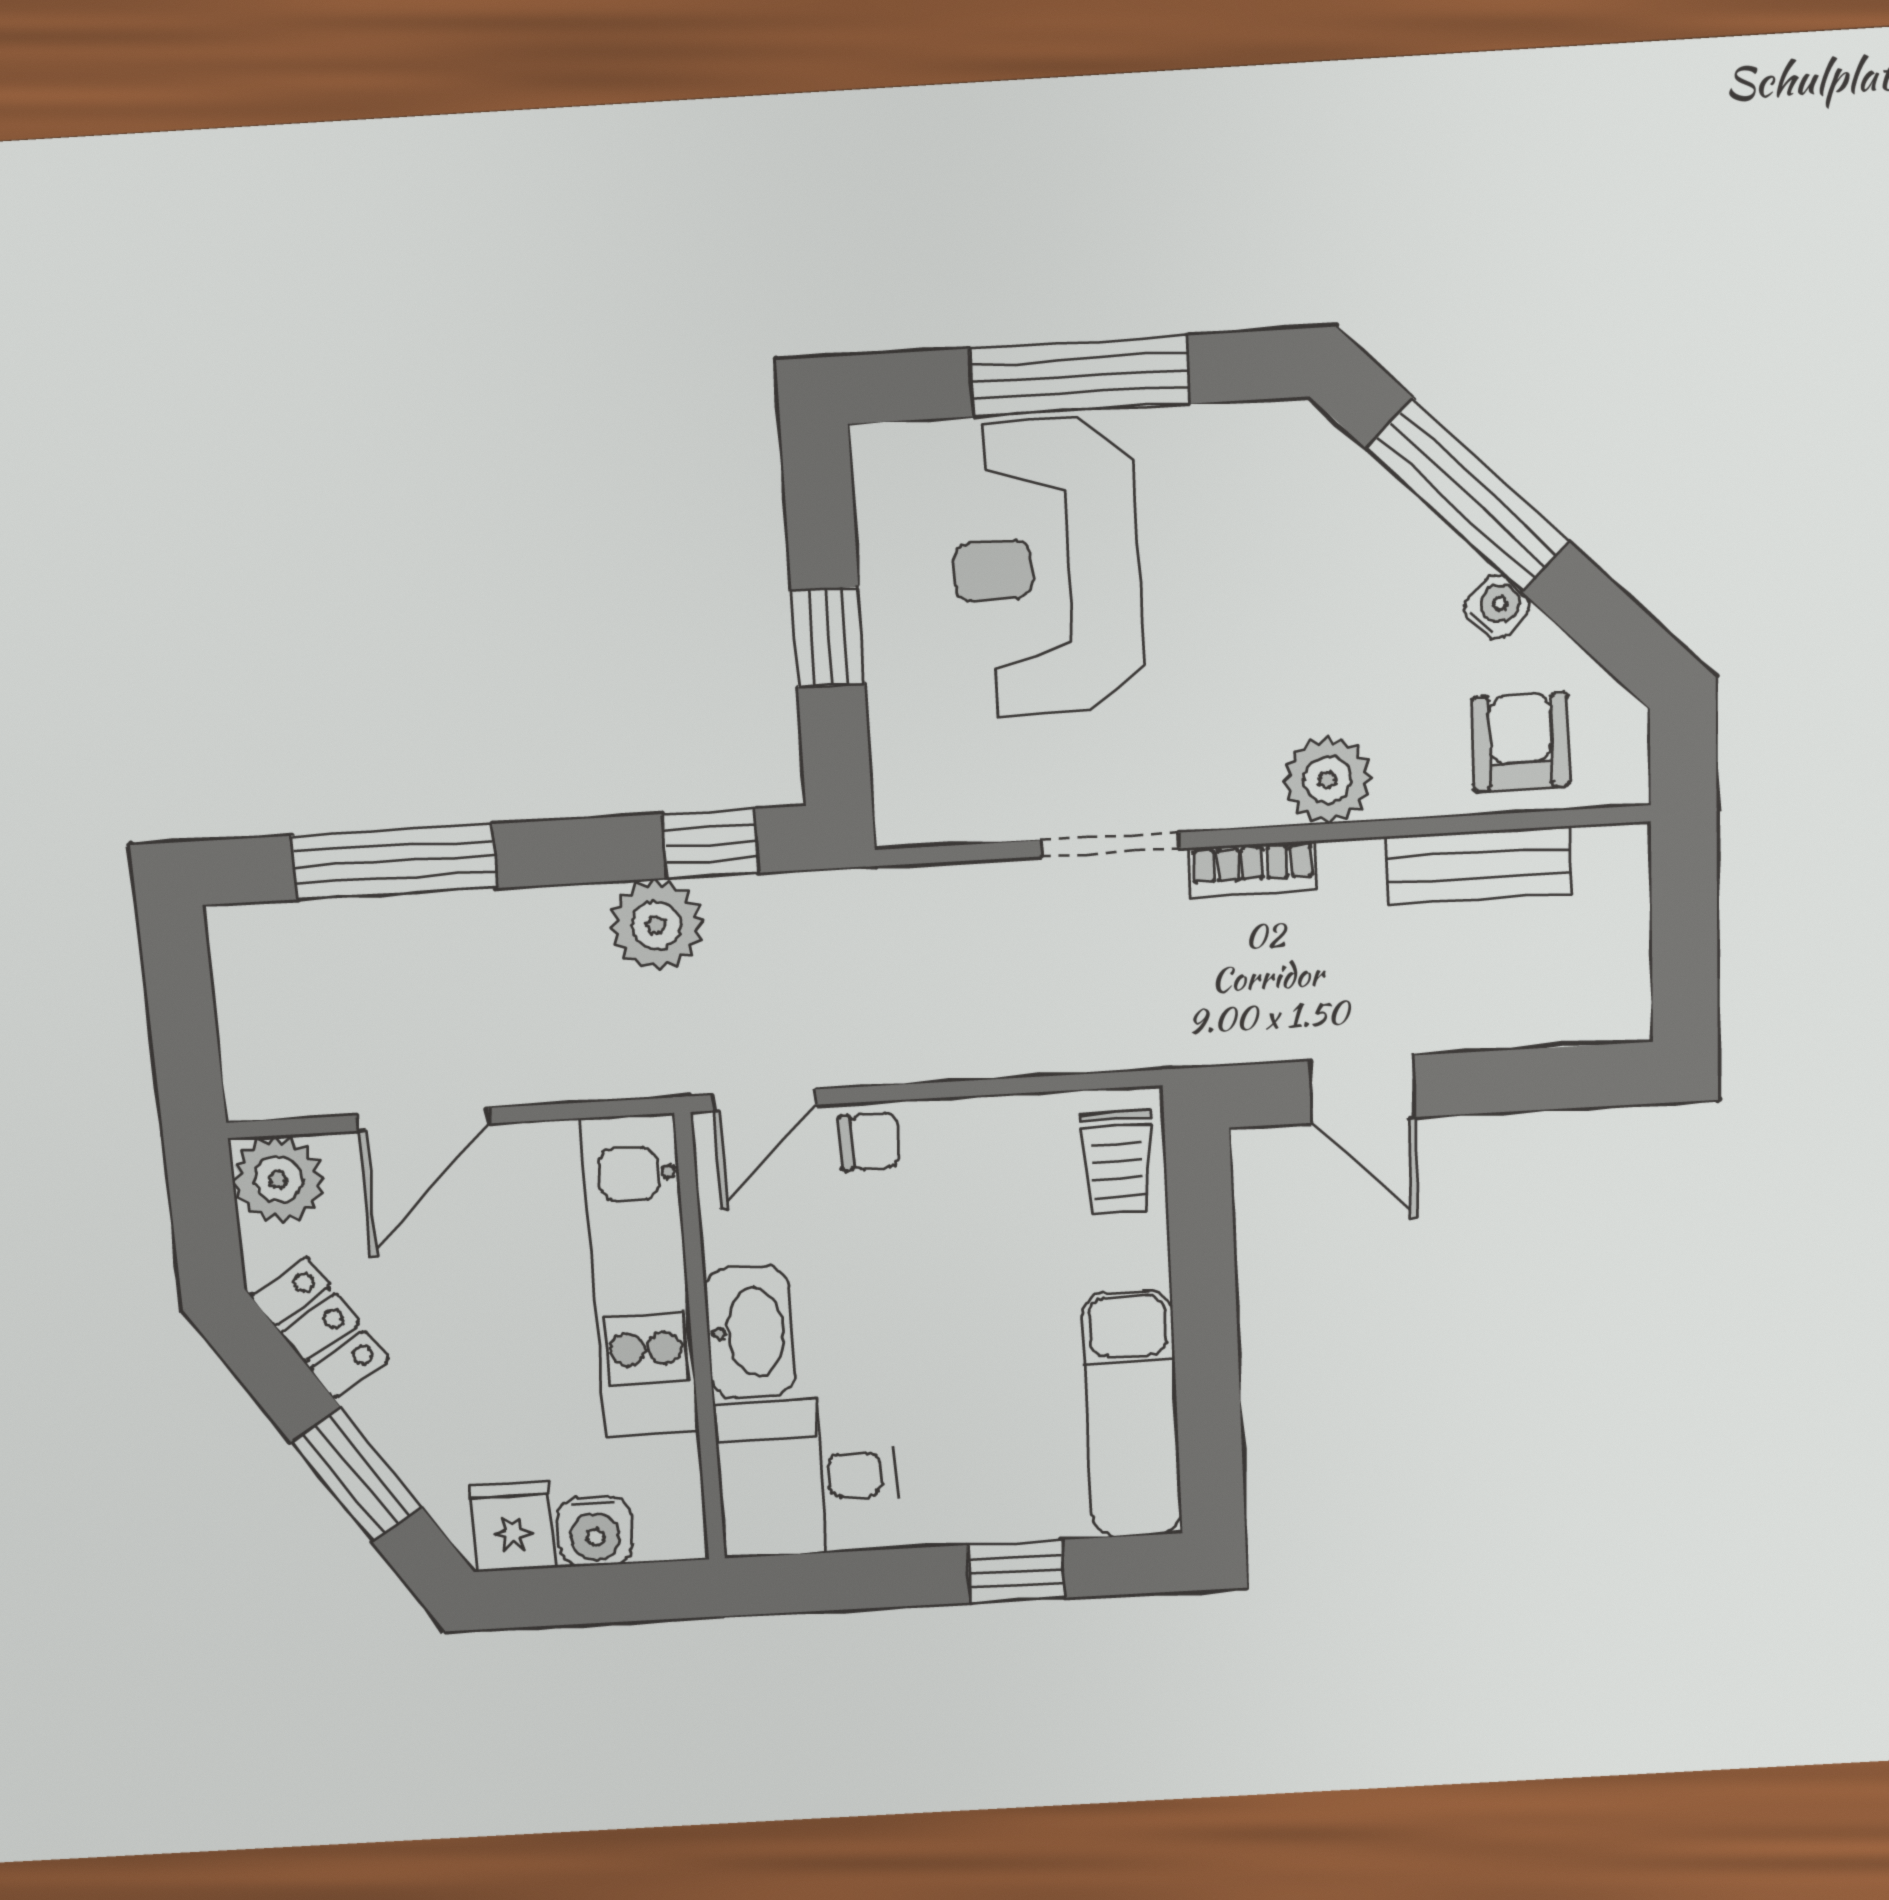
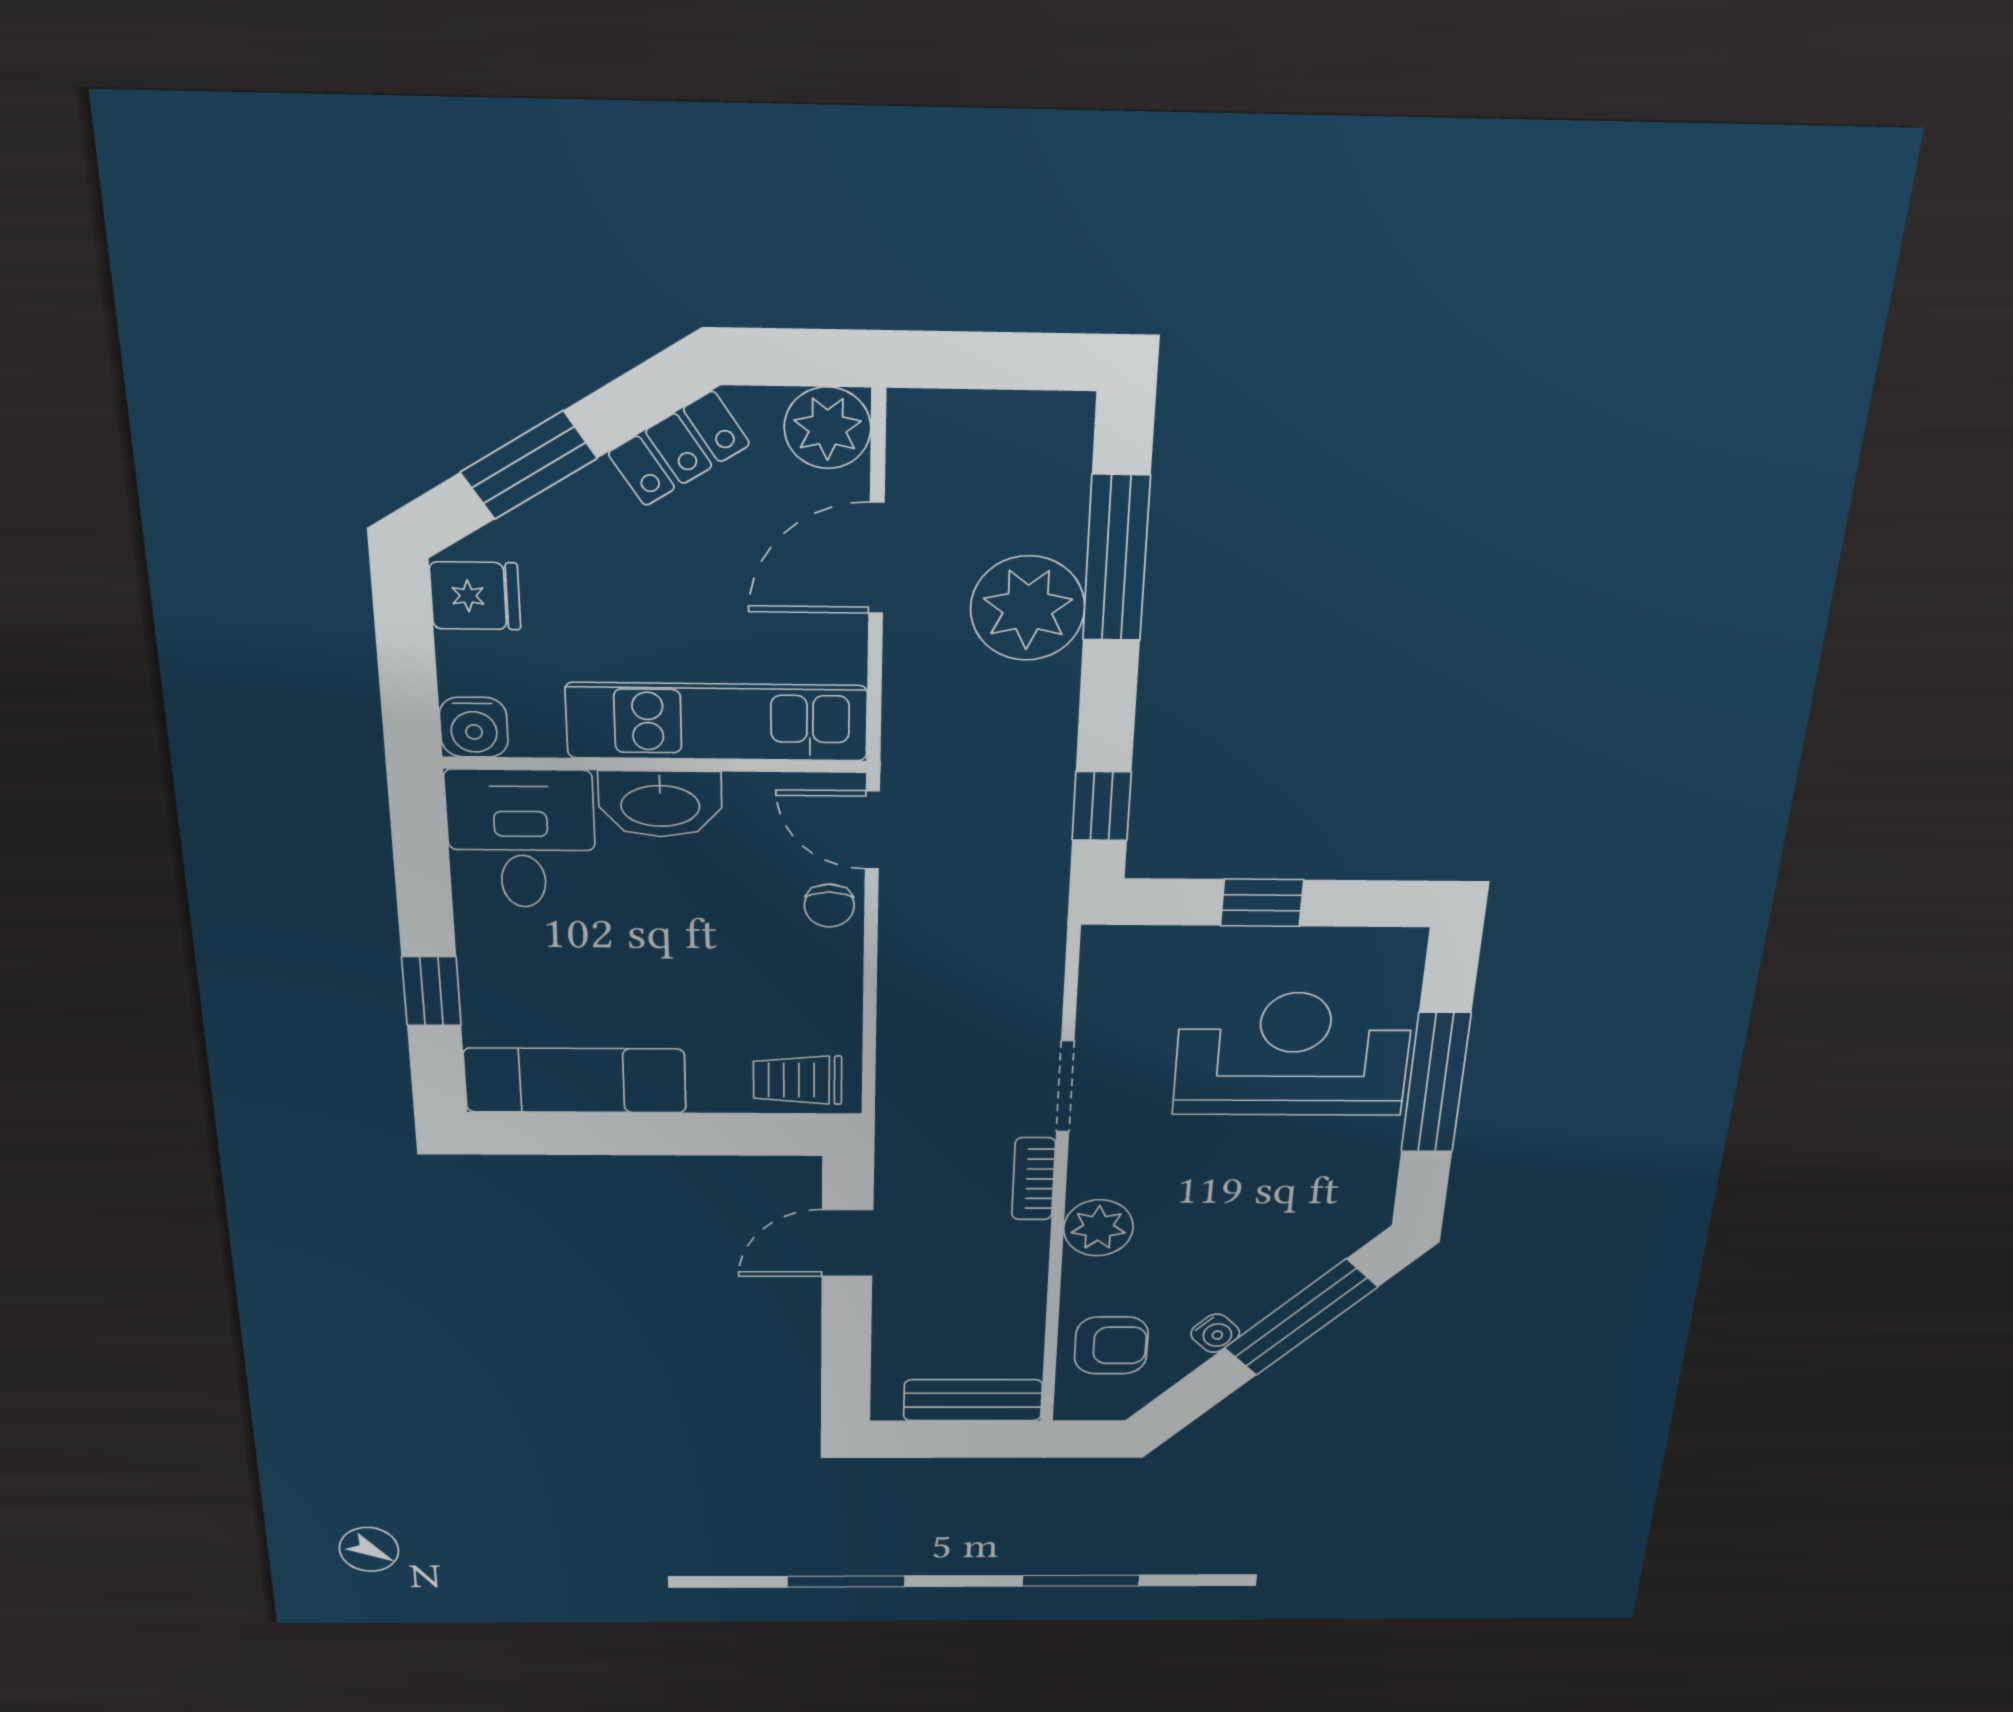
bench: (1478, 865) -> (973, 1400), moved, turned 90
plant: (656, 925) -> (1028, 608), moved, width x1.36, depth x1.36
door: (423, 1119) -> (876, 558), hinge flipped
water cooler: (595, 1532) -> (474, 727), moved, turned -90

